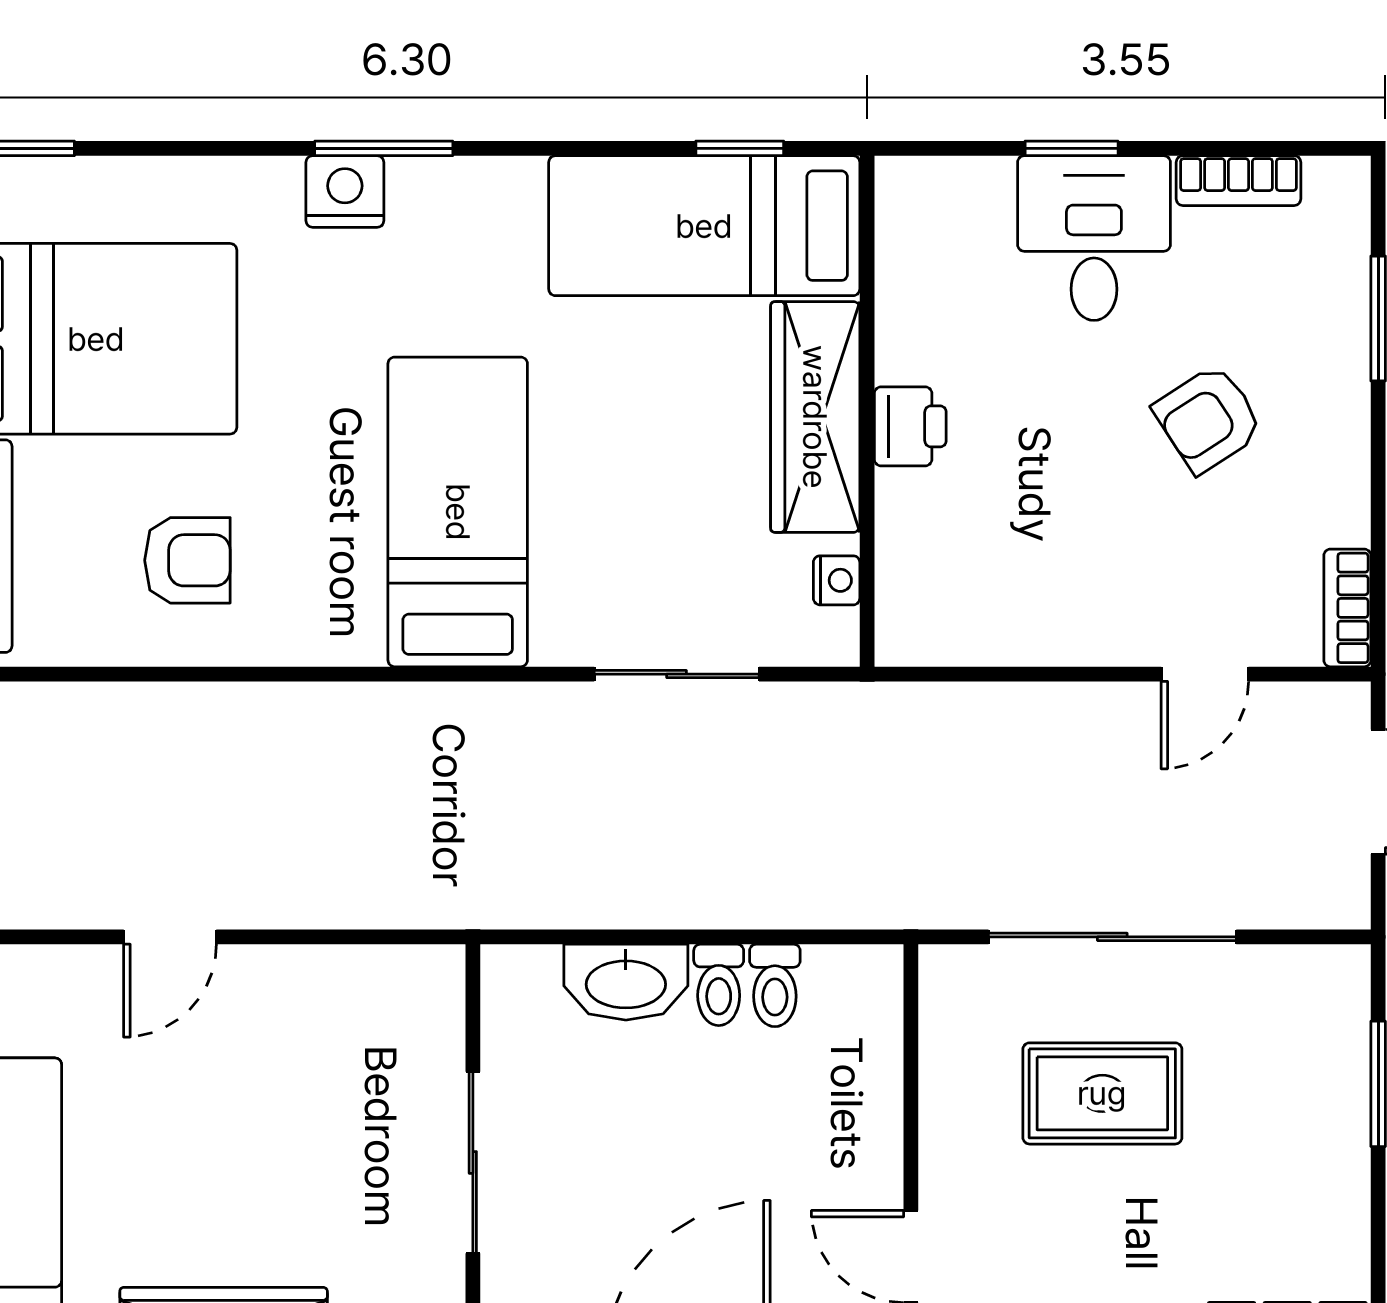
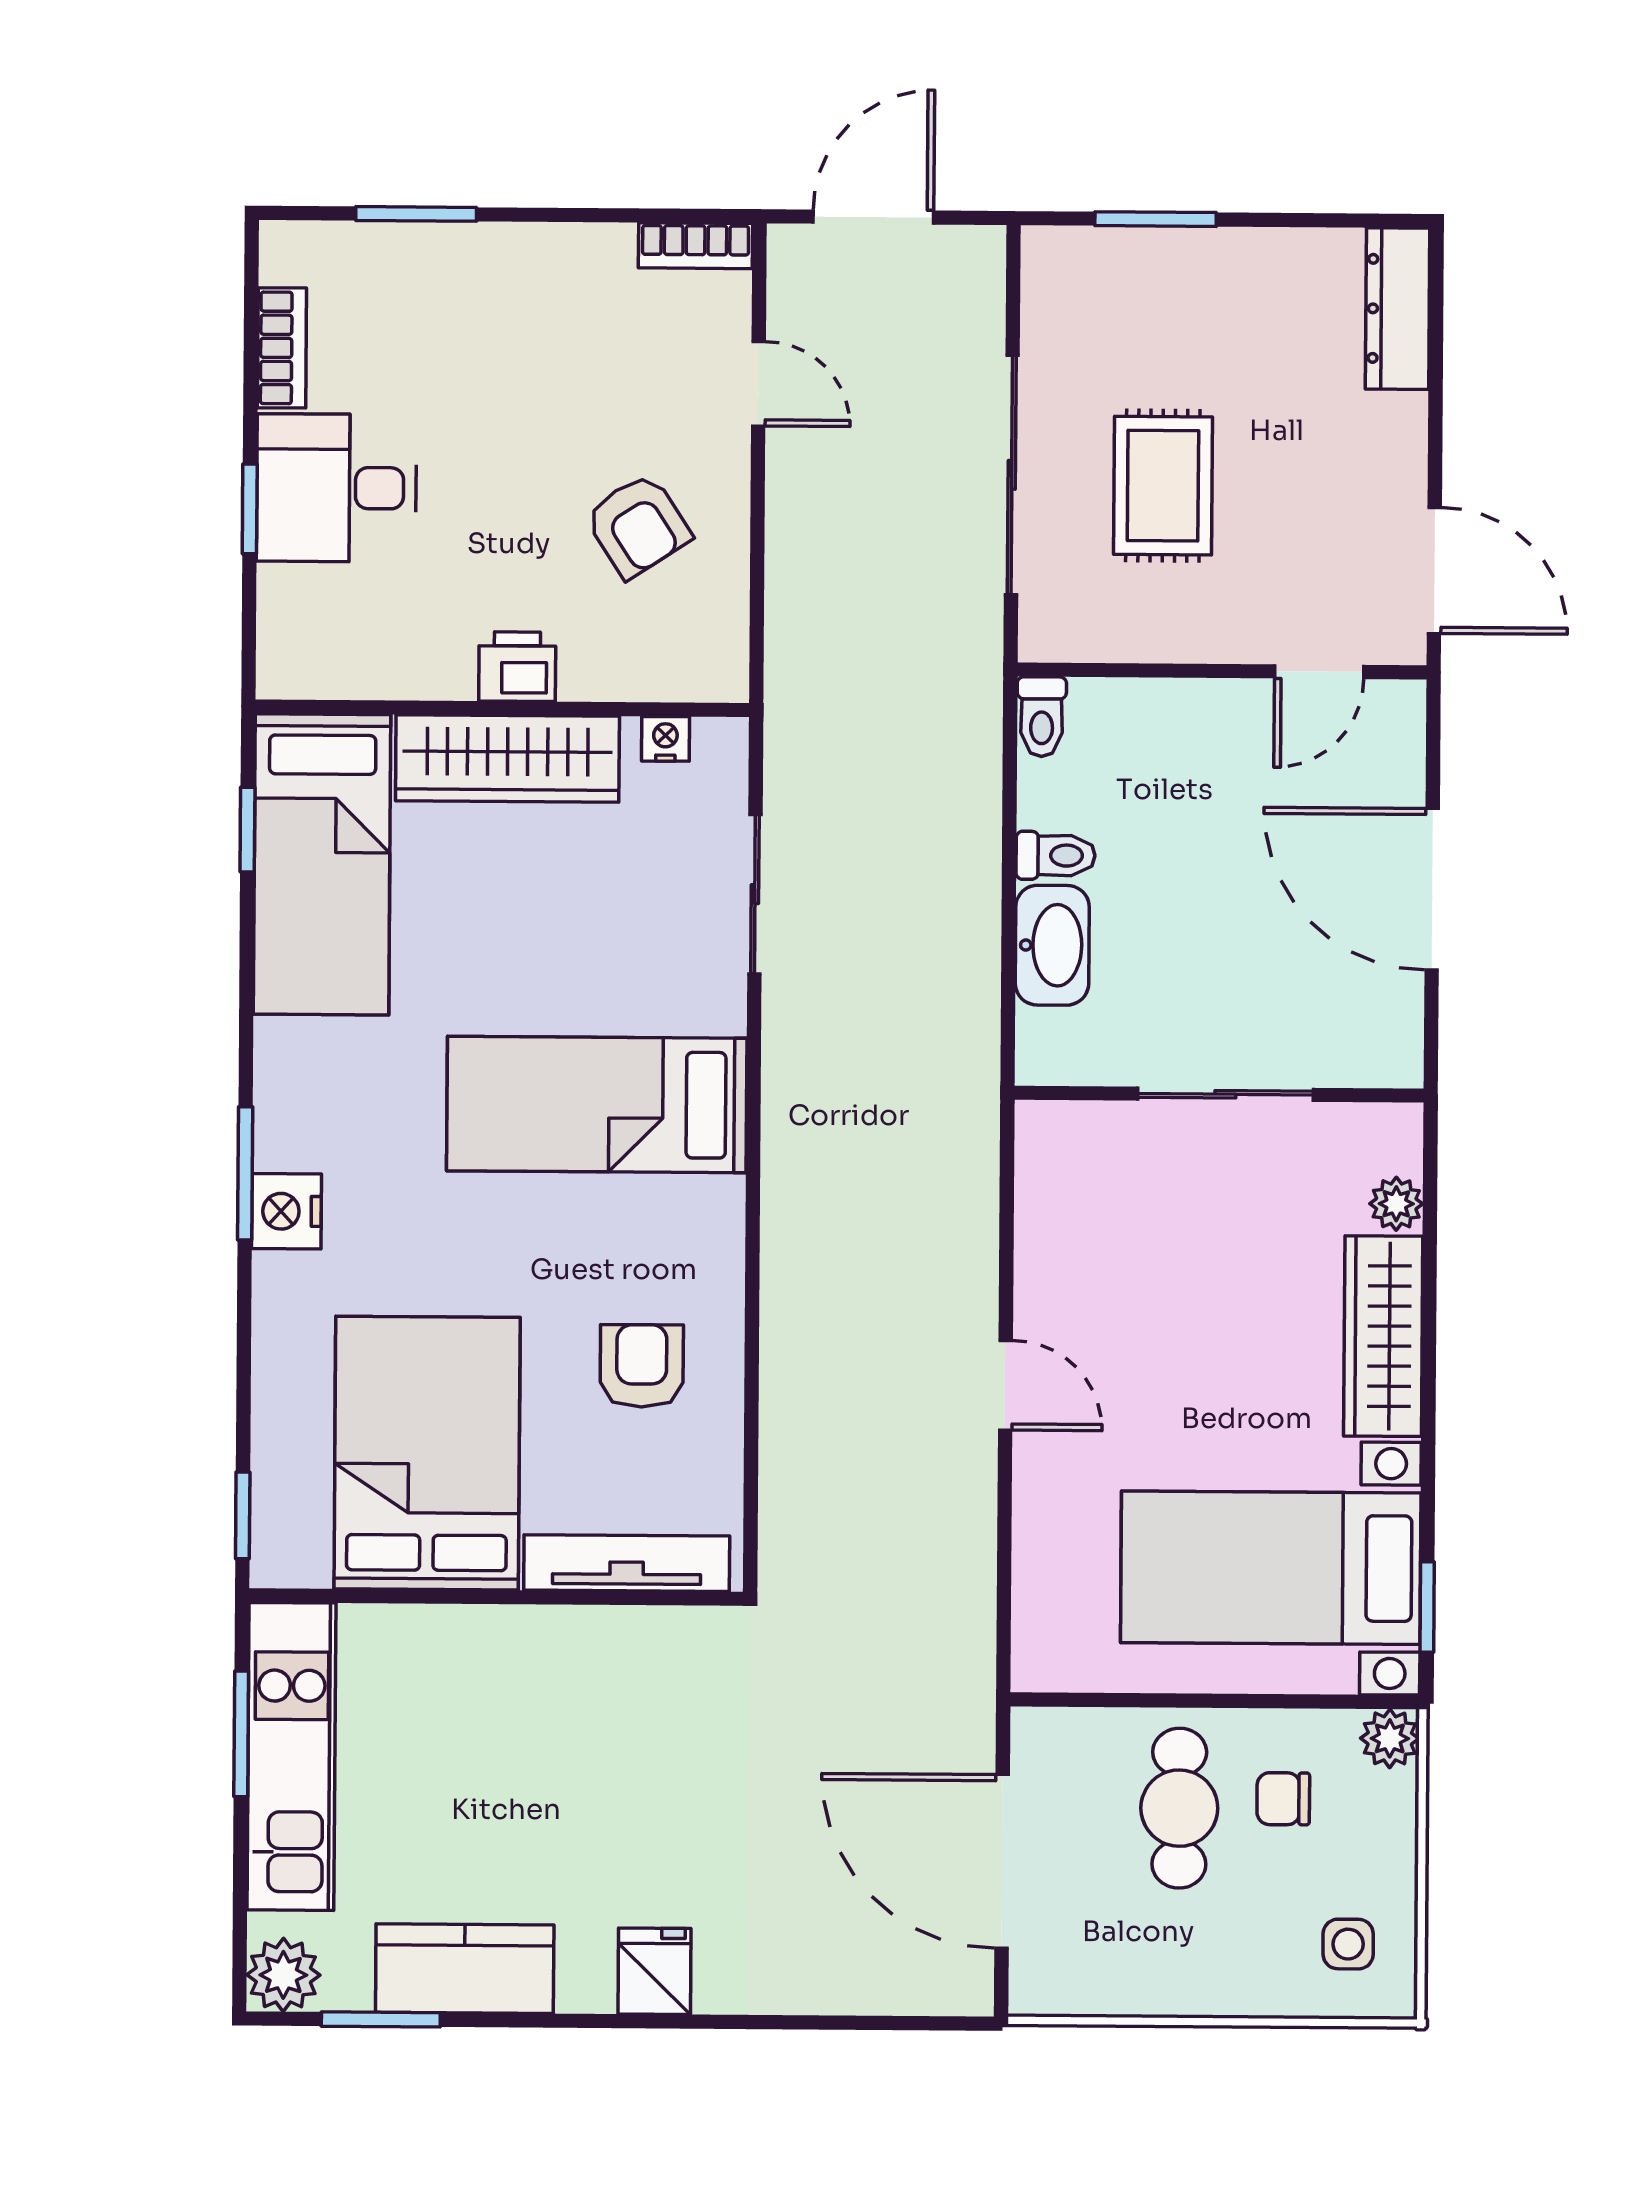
armchair: (1208, 419) -> (638, 526), moved
toilet: (775, 985) -> (1042, 717), moved, turned 90

